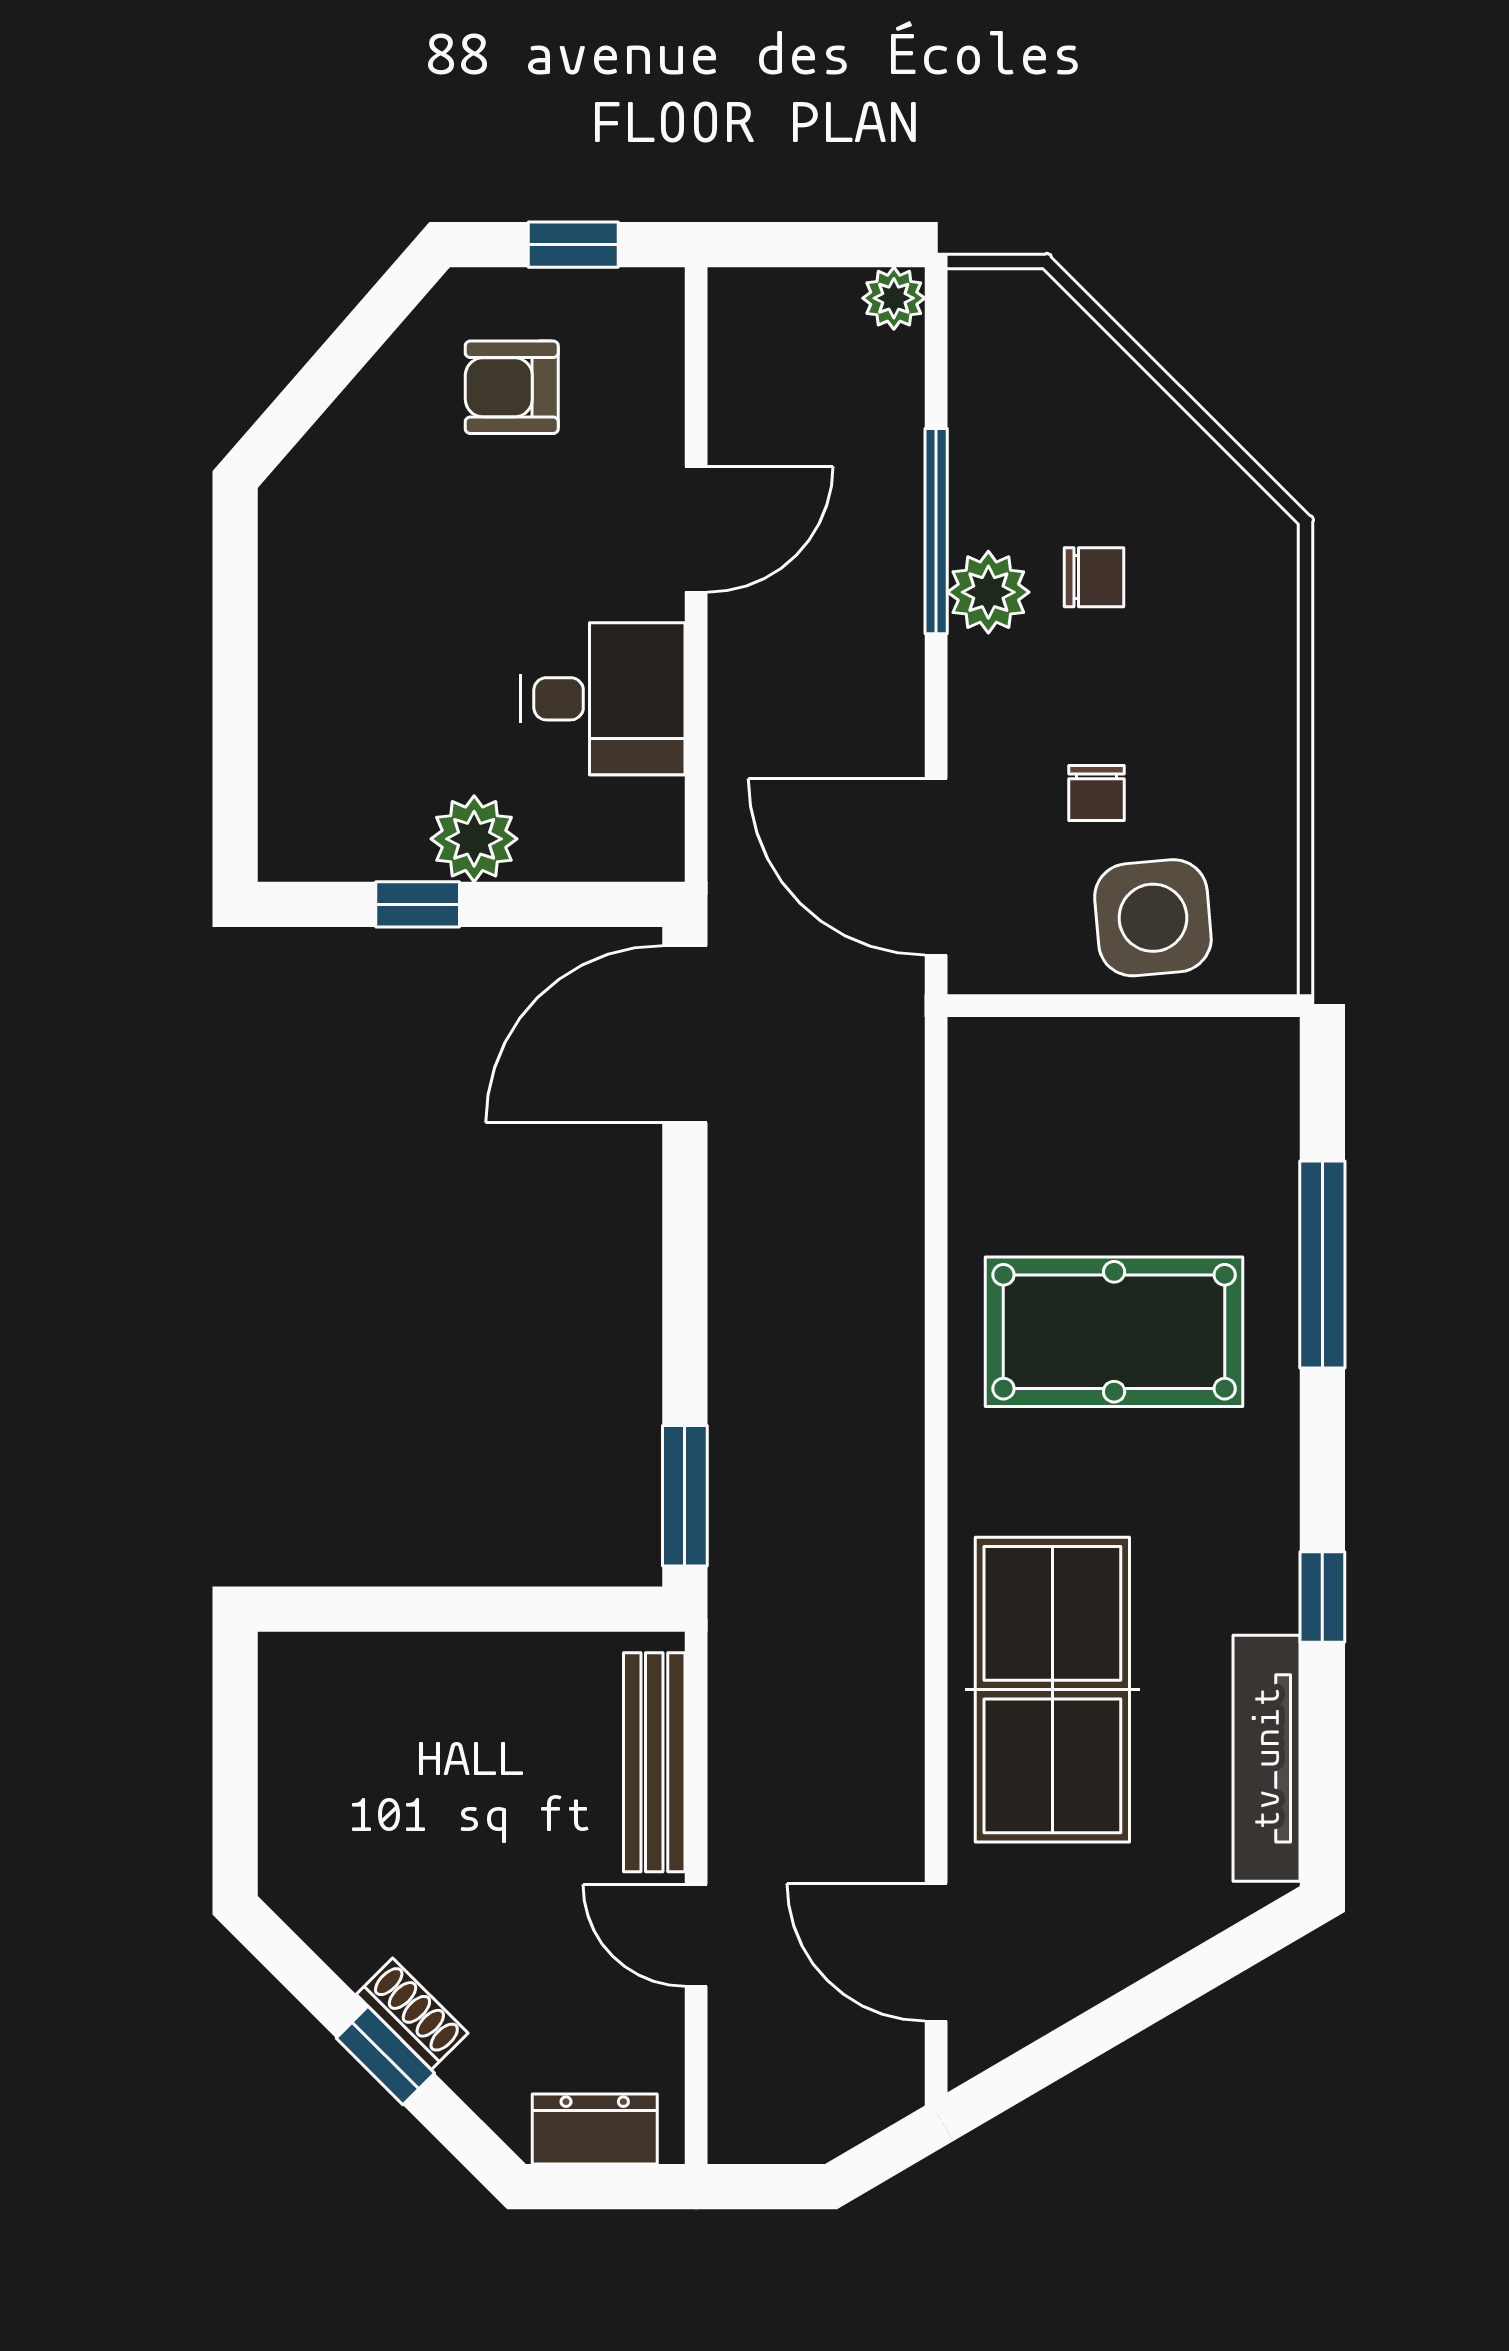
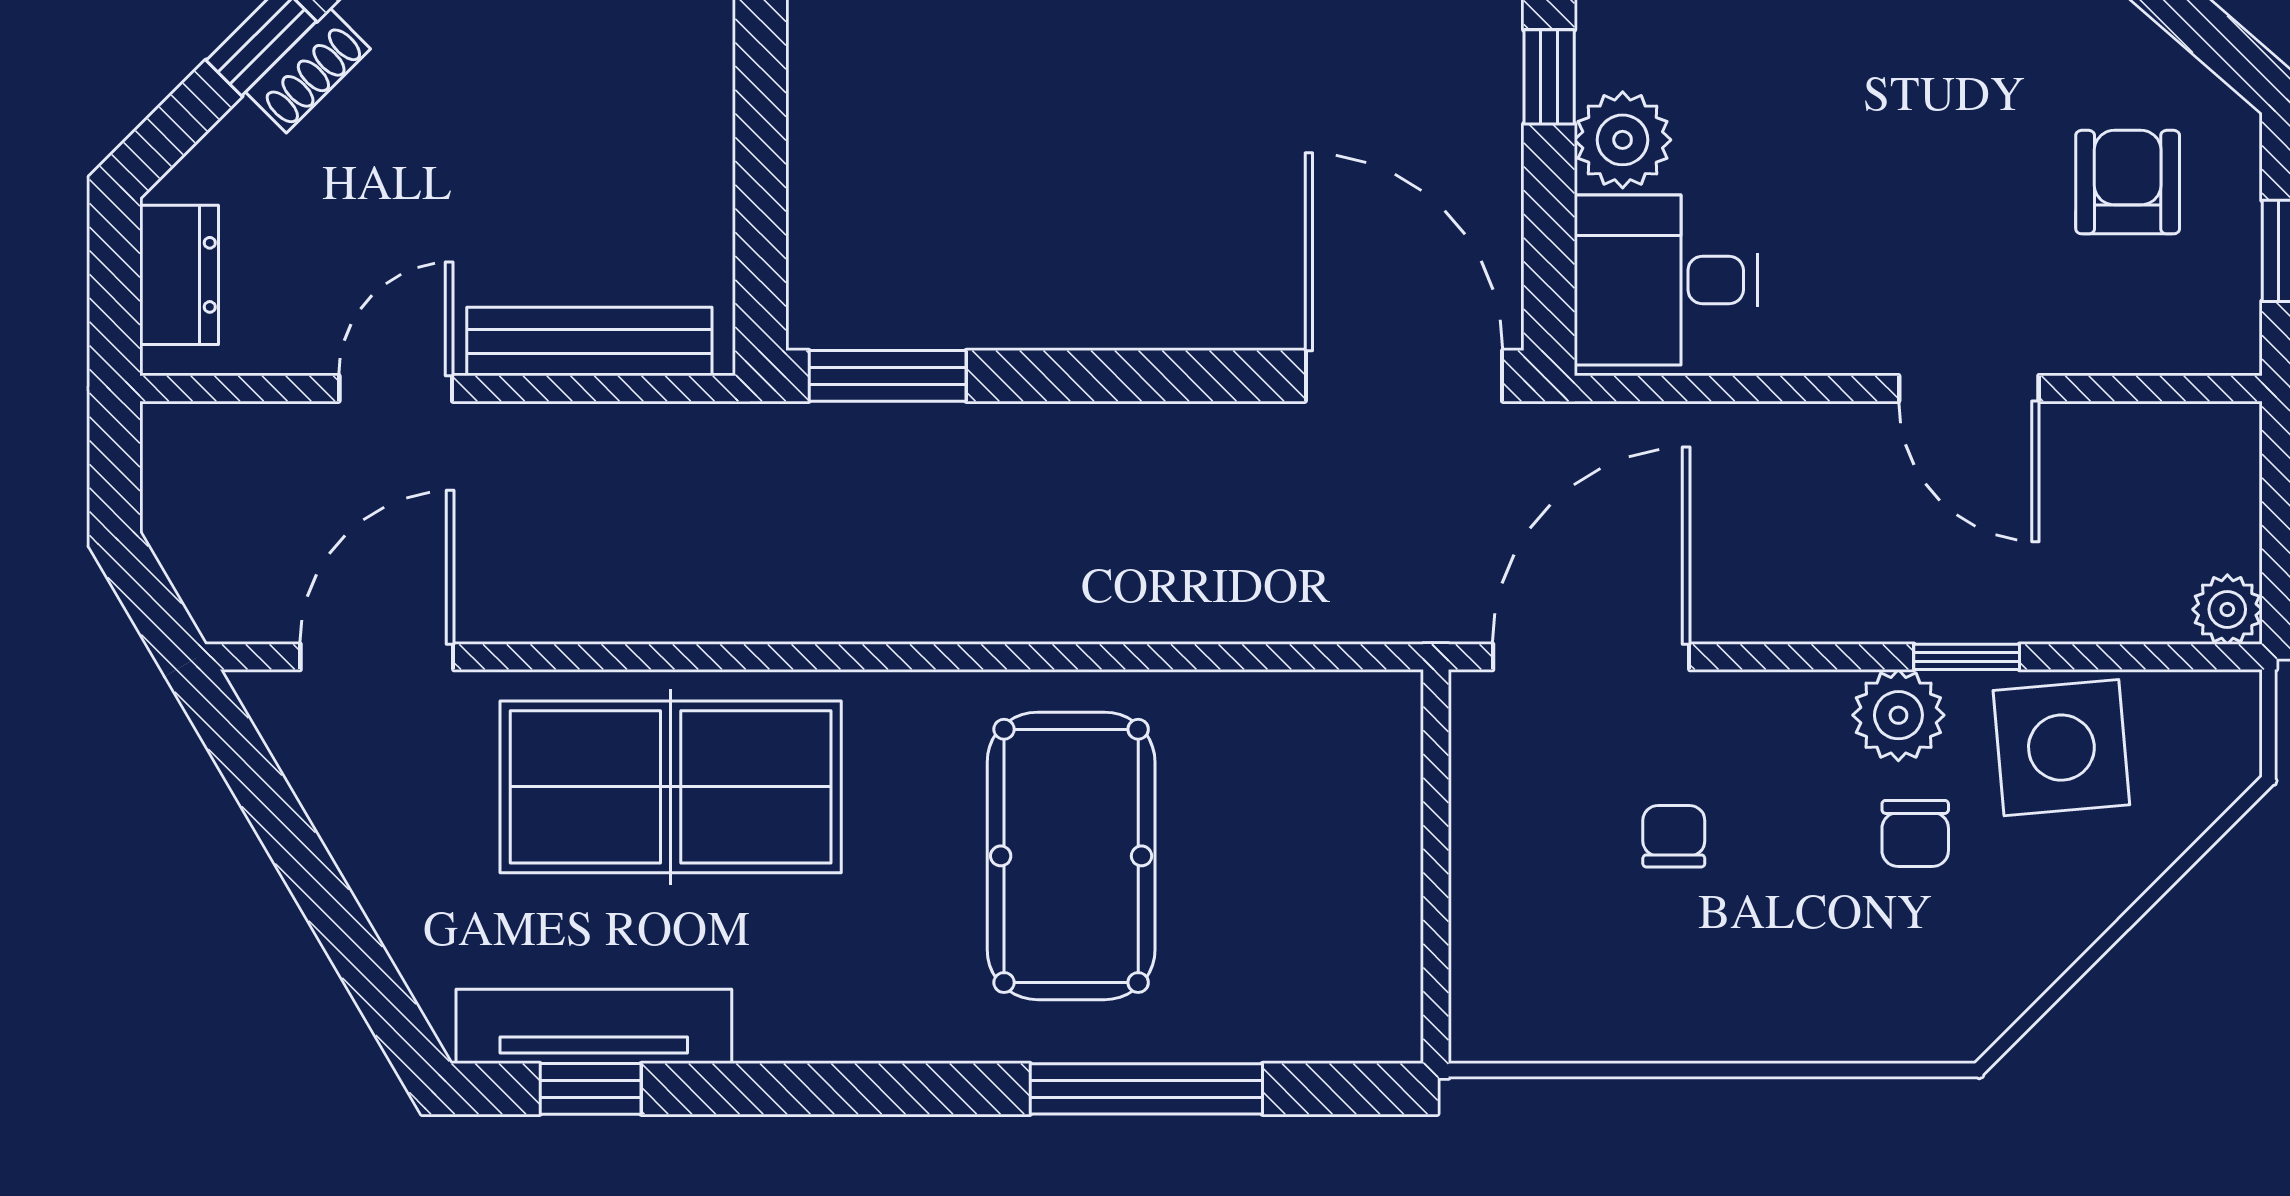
window: (936, 531) -> (1967, 657), width x0.46
desk: (603, 699) -> (1666, 280), moved, turned 90
chair: (1097, 793) -> (1674, 836), turned 90
side table: (1153, 918) -> (2061, 748), moved
window: (1322, 1597) -> (591, 1089), moved

